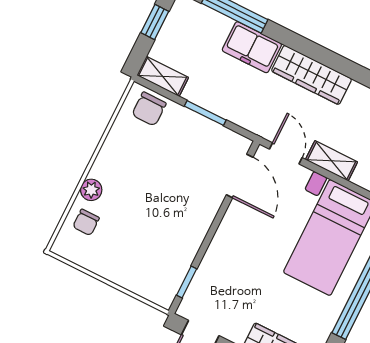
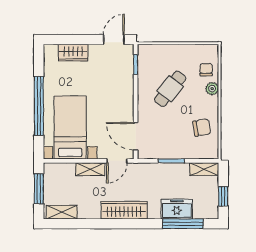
freezer: (252, 47) -> (177, 209), moved
chair: (149, 109) -> (202, 128), moved, turned 80
door: (286, 153) -> (117, 161), hinge flipped
cafe table: (153, 221) -> (170, 89), added

